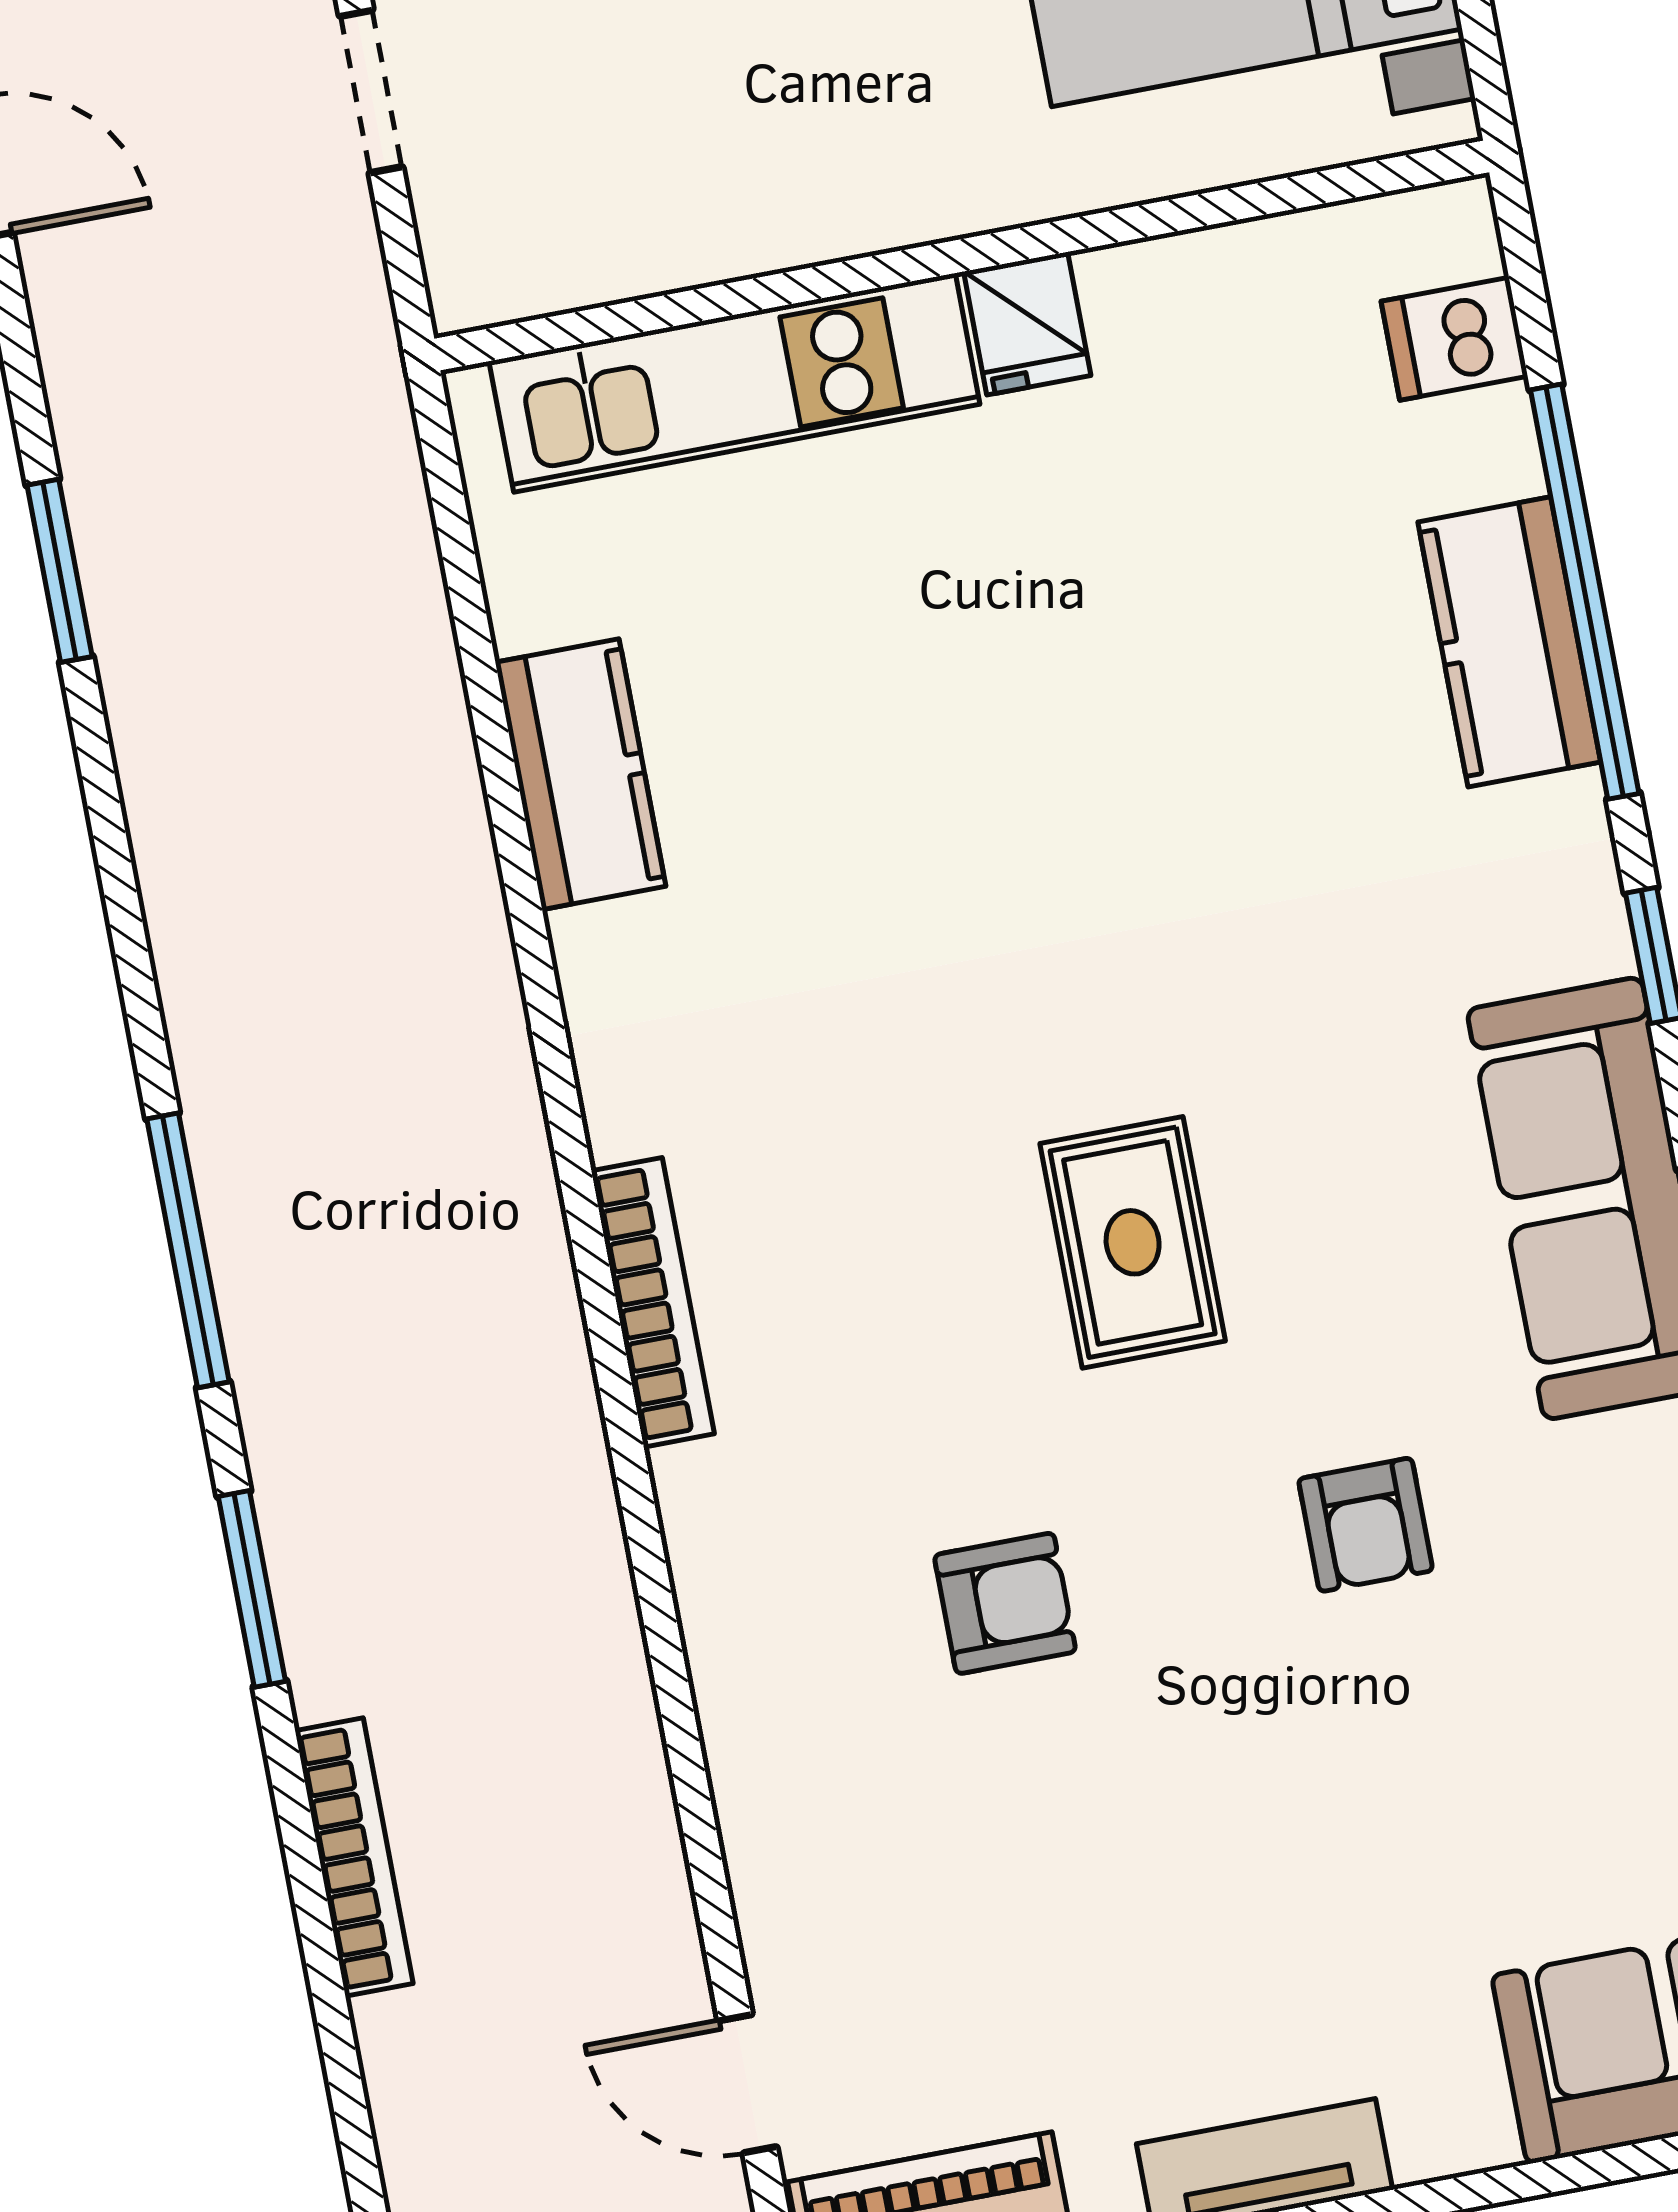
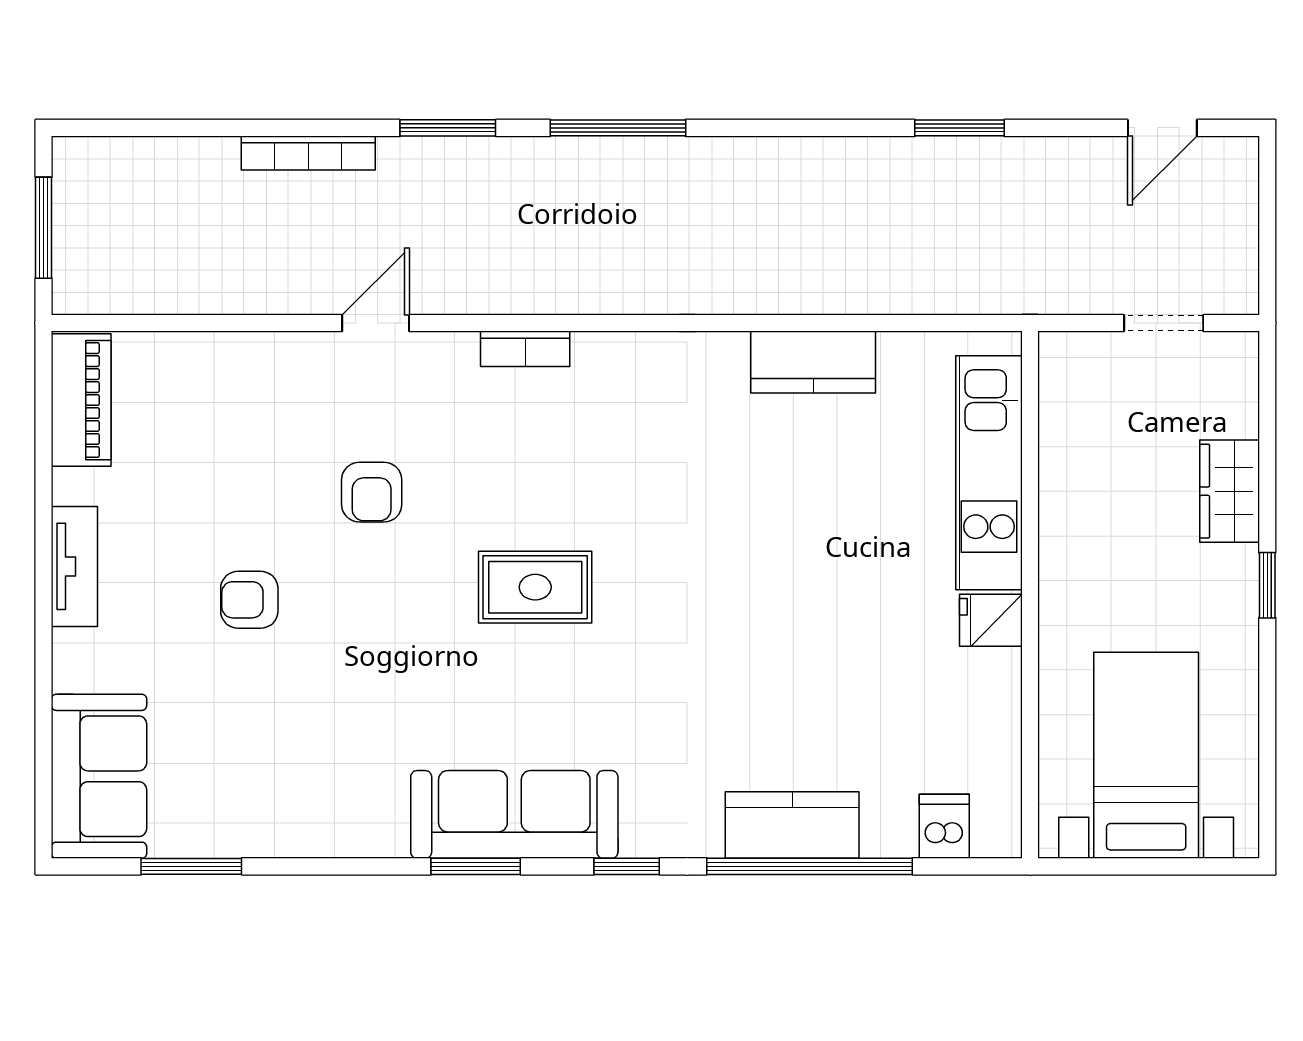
bookcase: (653, 1302) -> (525, 349), width x0.64
armchair: (1366, 1525) -> (249, 600), moved
door: (748, 2084) -> (376, 323), moved

